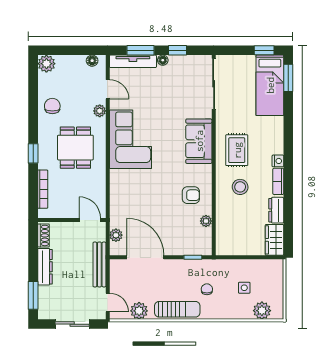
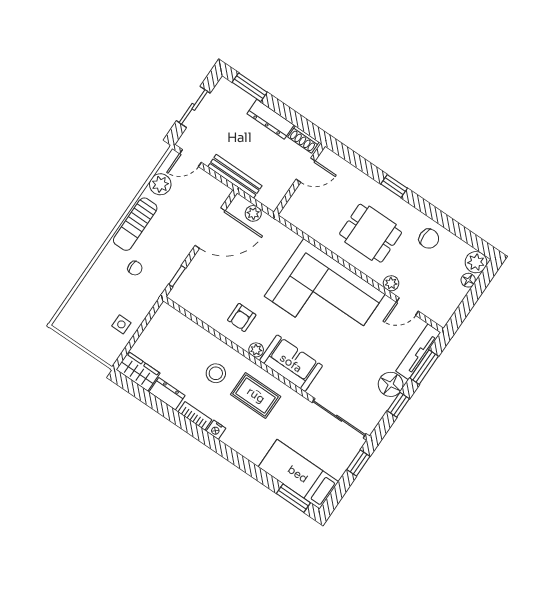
window: (264, 50) -> (358, 463), moved
floor lamp: (163, 60) -> (391, 384), width x1.89, depth x1.89
floor lamp: (92, 61) -> (468, 280), moved
corner sofa: (130, 139) -> (325, 295), width x1.36, depth x1.36
bookcase: (43, 189) -> (351, 171), removed
door: (90, 220) -> (306, 170), moved
plant: (206, 221) -> (256, 350), moved
side table: (244, 288) -> (121, 324), moved
plant: (262, 311) -> (75, 309), removed

